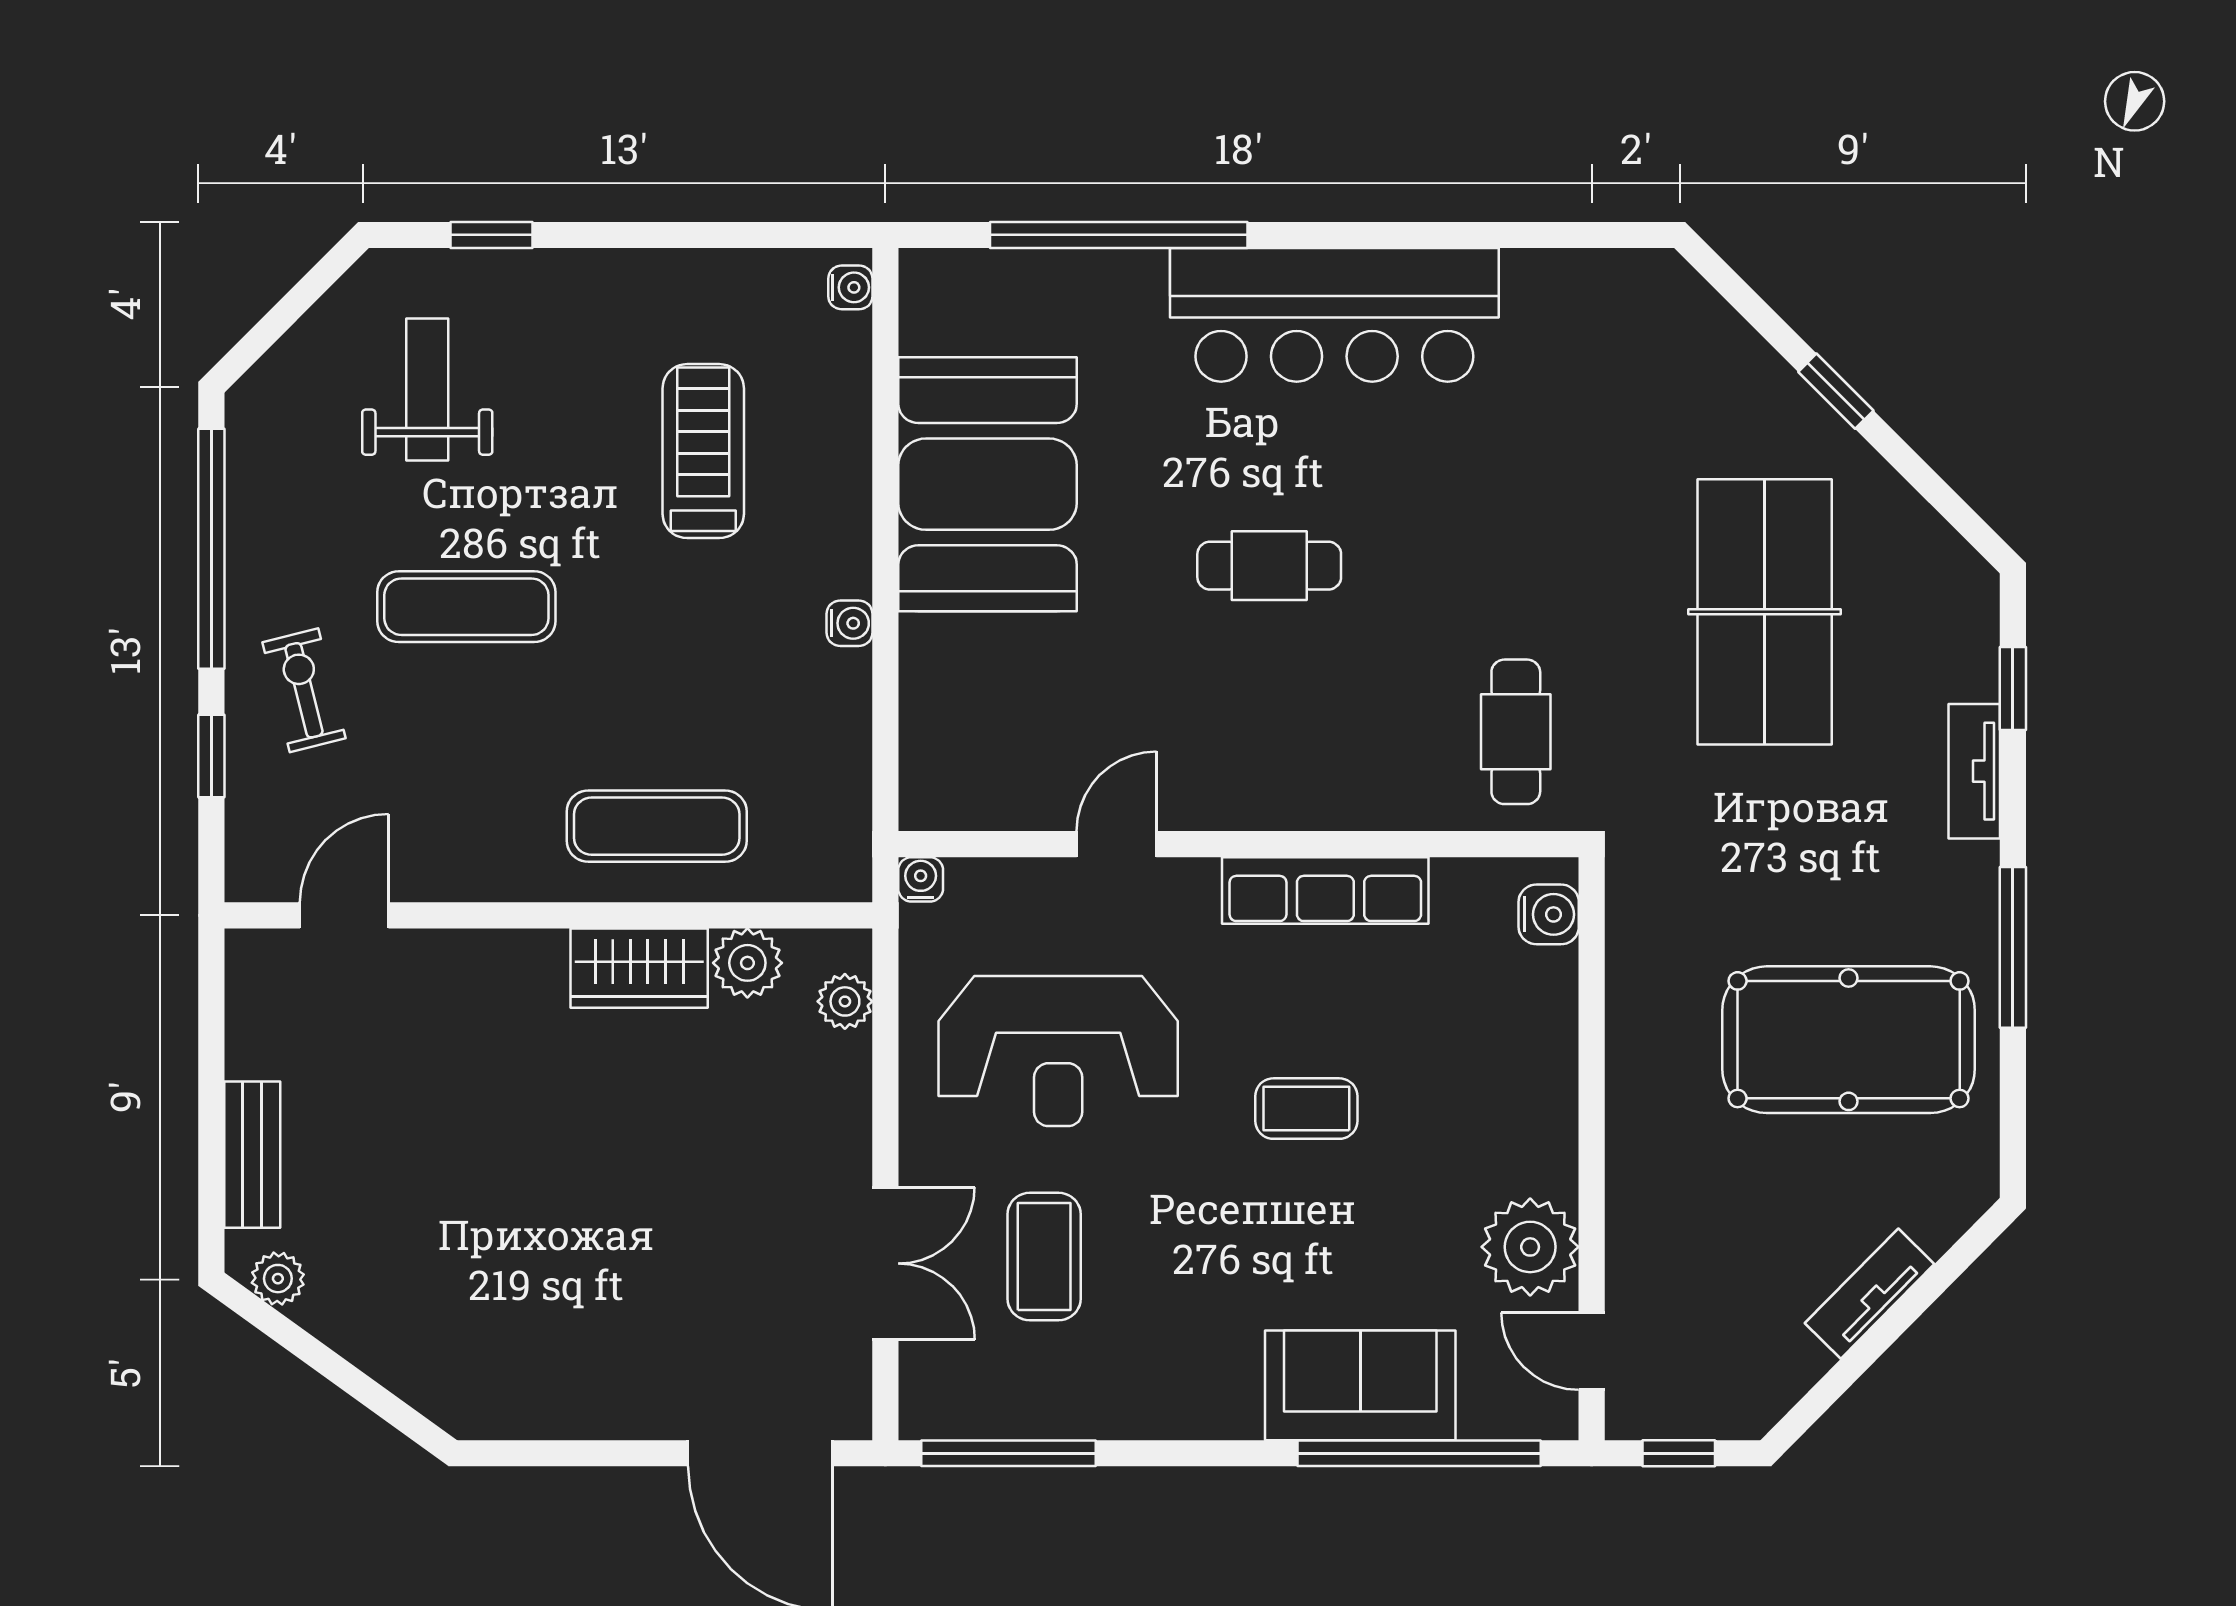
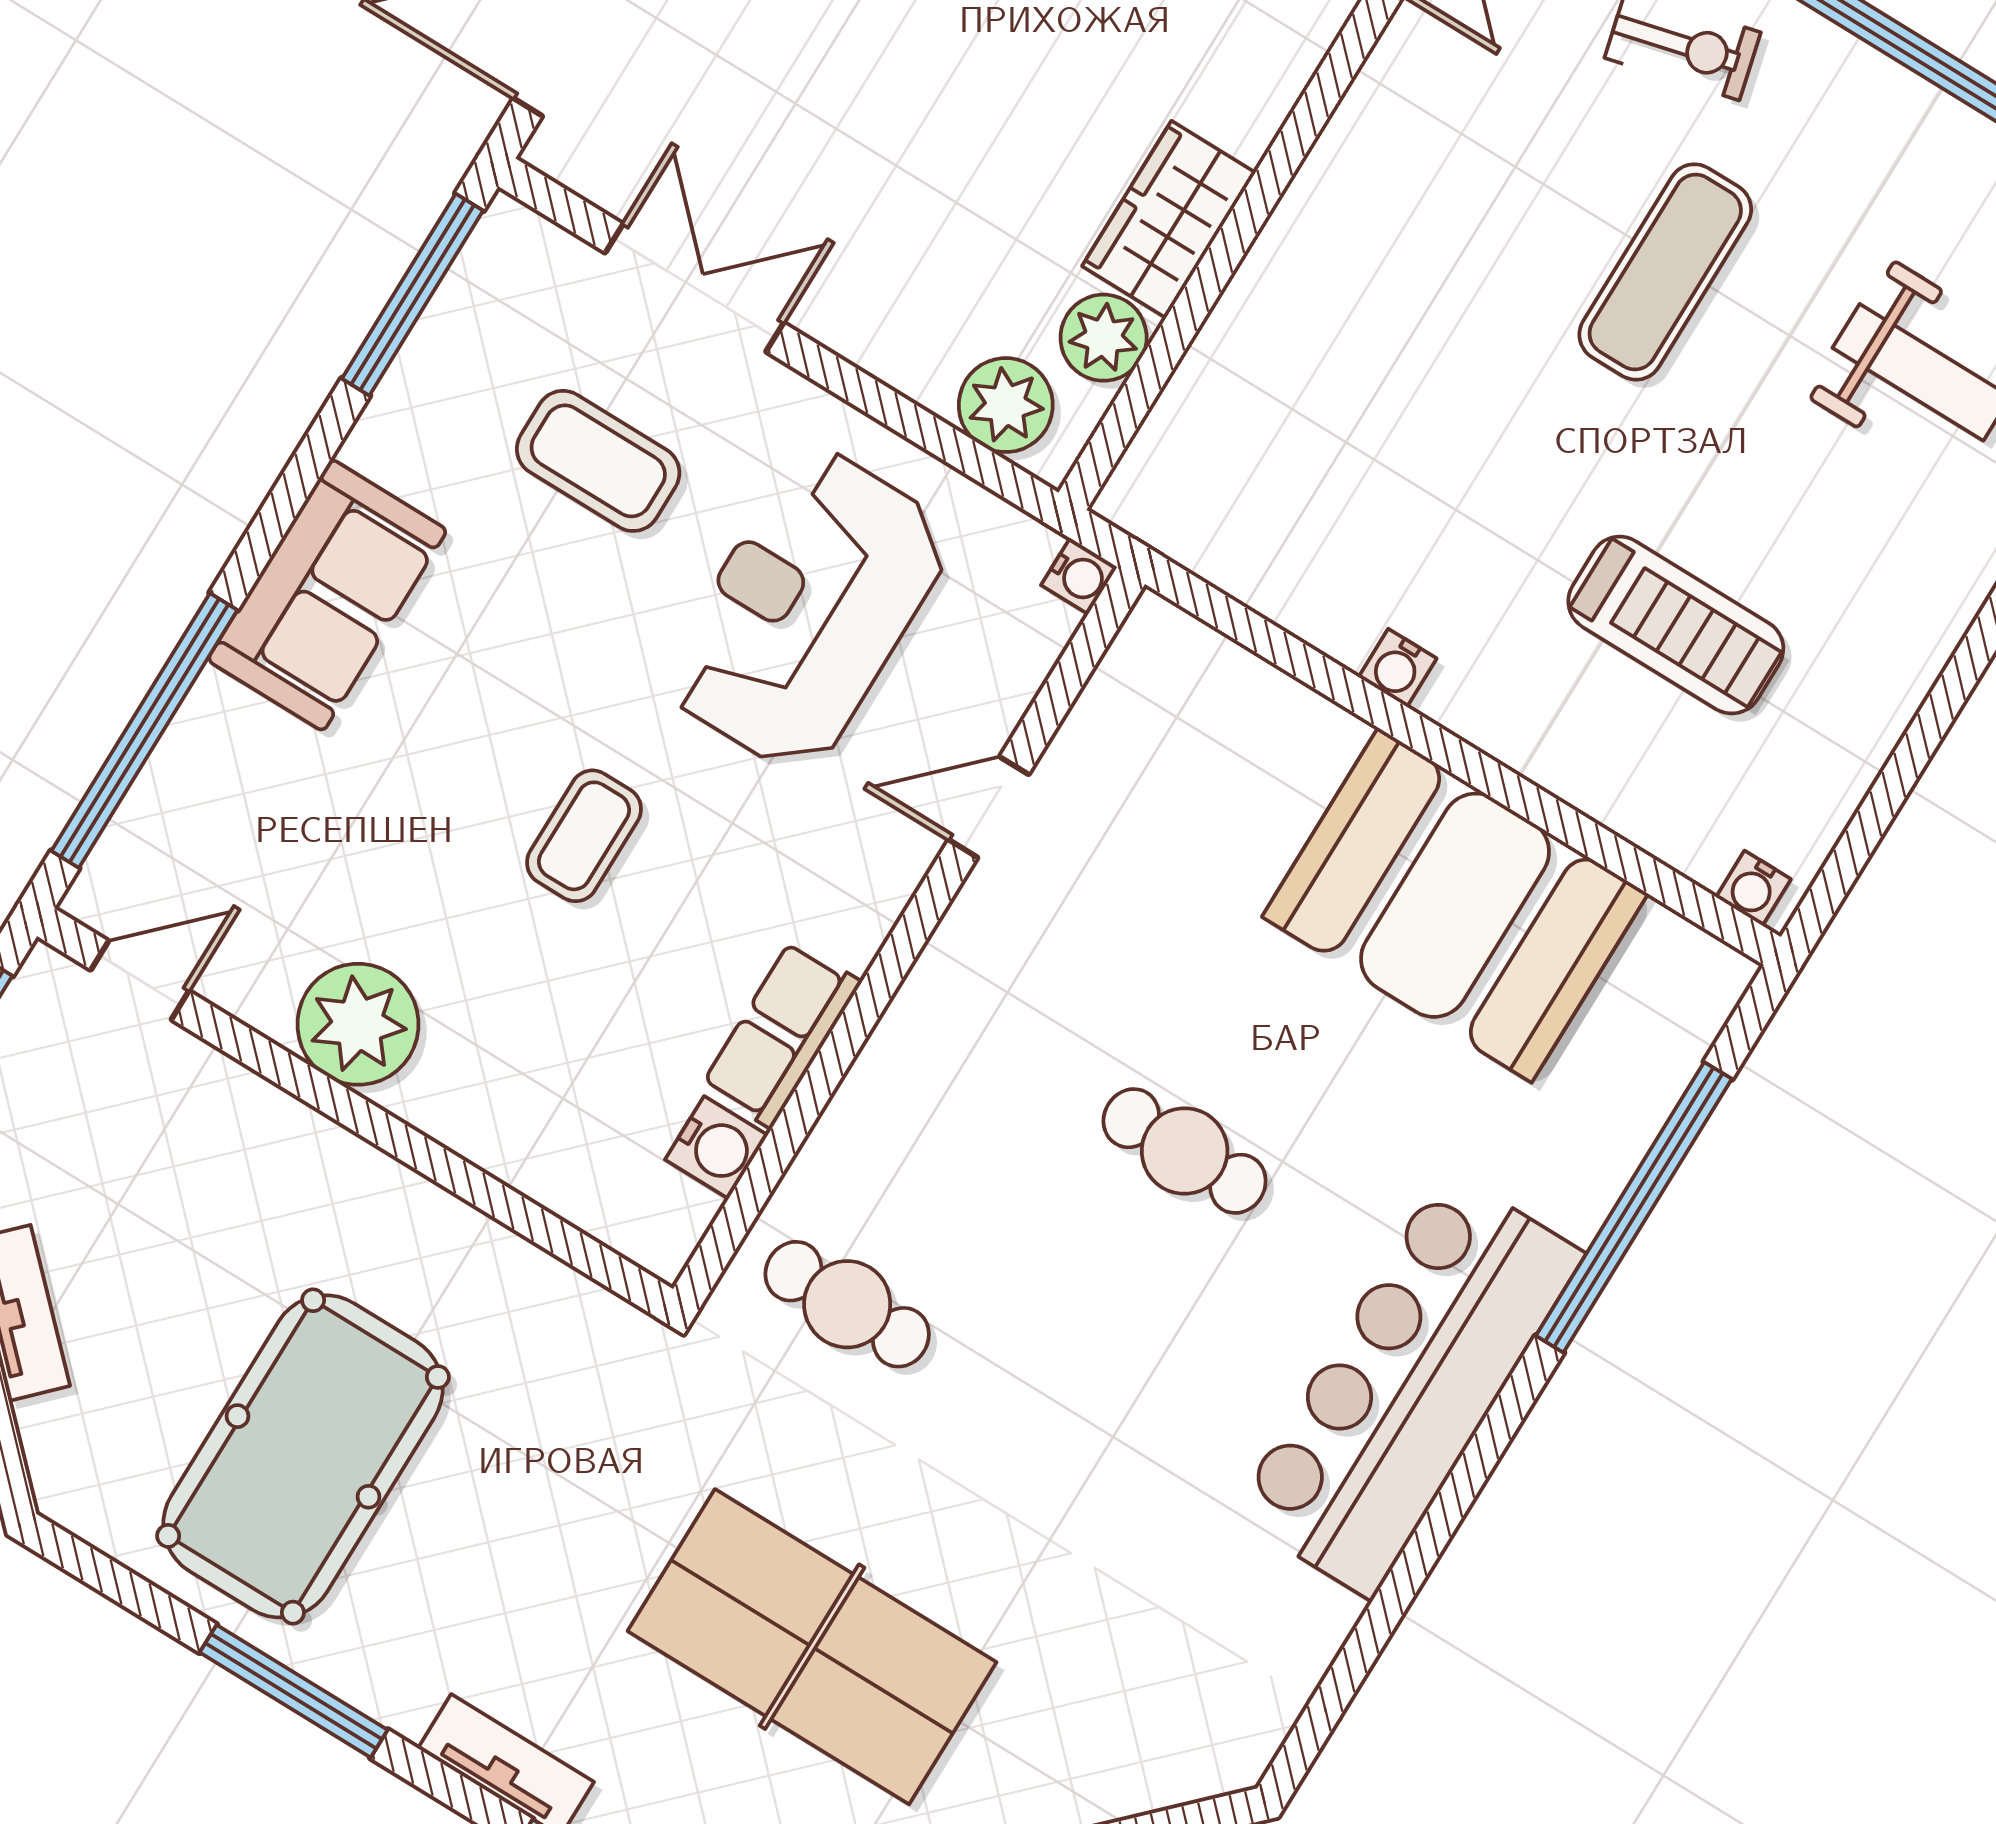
cafe table: (1269, 566) -> (1185, 1151), turned 90
exercise mat: (657, 826) -> (1308, 331), removed
door: (1117, 844) -> (989, 807), swing flipped
row of seats: (1325, 890) -> (781, 1034), width x0.68
water cooler: (1549, 914) -> (716, 1147), moved, turned -90
plant: (845, 1001) -> (1006, 405), width x1.38, depth x1.38
plant: (1530, 1247) -> (358, 1024), moved
double door: (885, 1263) -> (694, 288), swing flipped
sofa: (1360, 1385) -> (327, 595), moved

